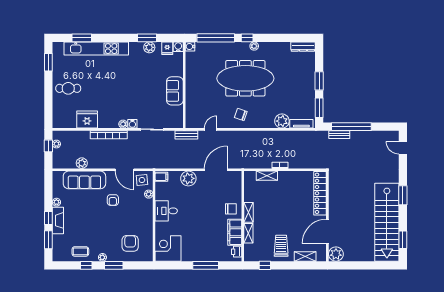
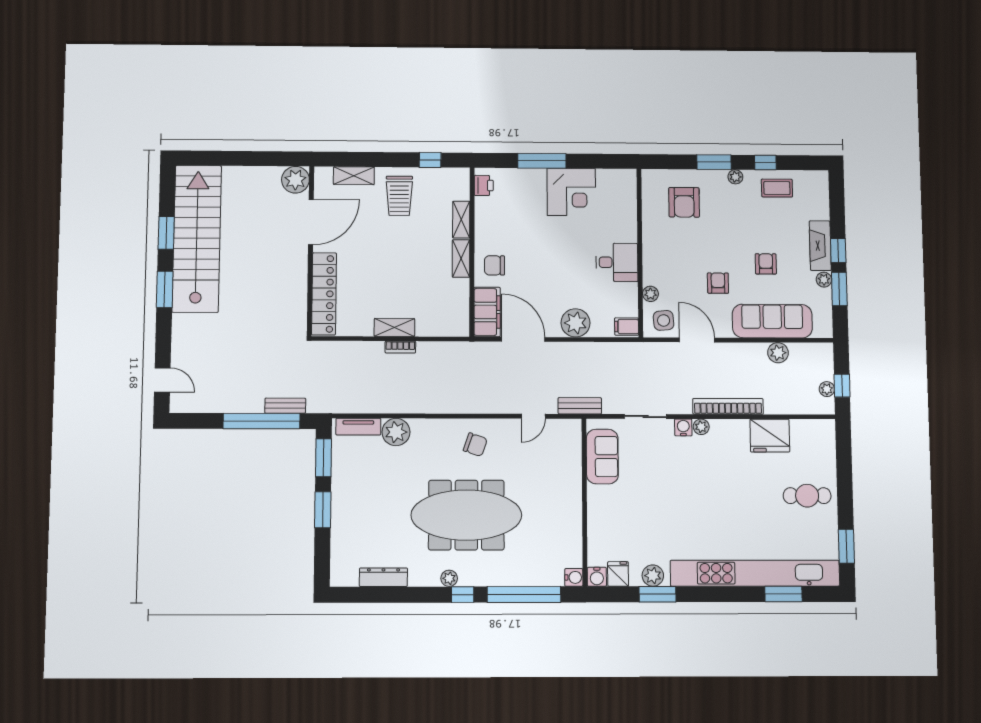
dresser: (303, 47) -> (383, 577), moved
kitchen unit: (96, 49) -> (755, 573), width x1.36
sofa: (175, 91) -> (602, 457), moved
door: (216, 170) -> (523, 339), swing flipped
shelving: (267, 176) -> (394, 327), moved
armchair: (87, 210) -> (766, 264), added
filing cabinet: (235, 232) -> (487, 312), moved
window: (48, 240) -> (839, 289), moved
window: (403, 240) -> (166, 233), moved
corner desk: (168, 249) -> (571, 192), moved

